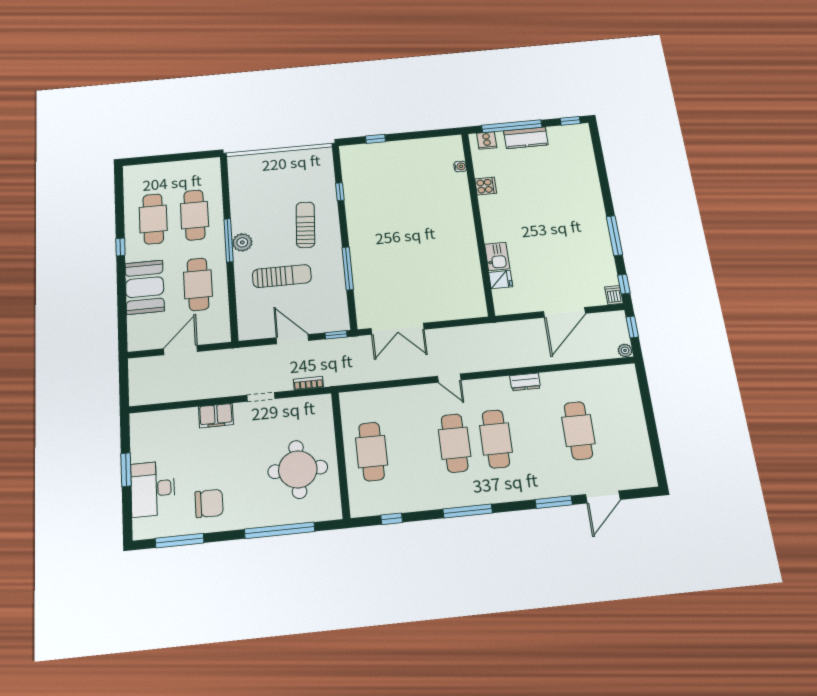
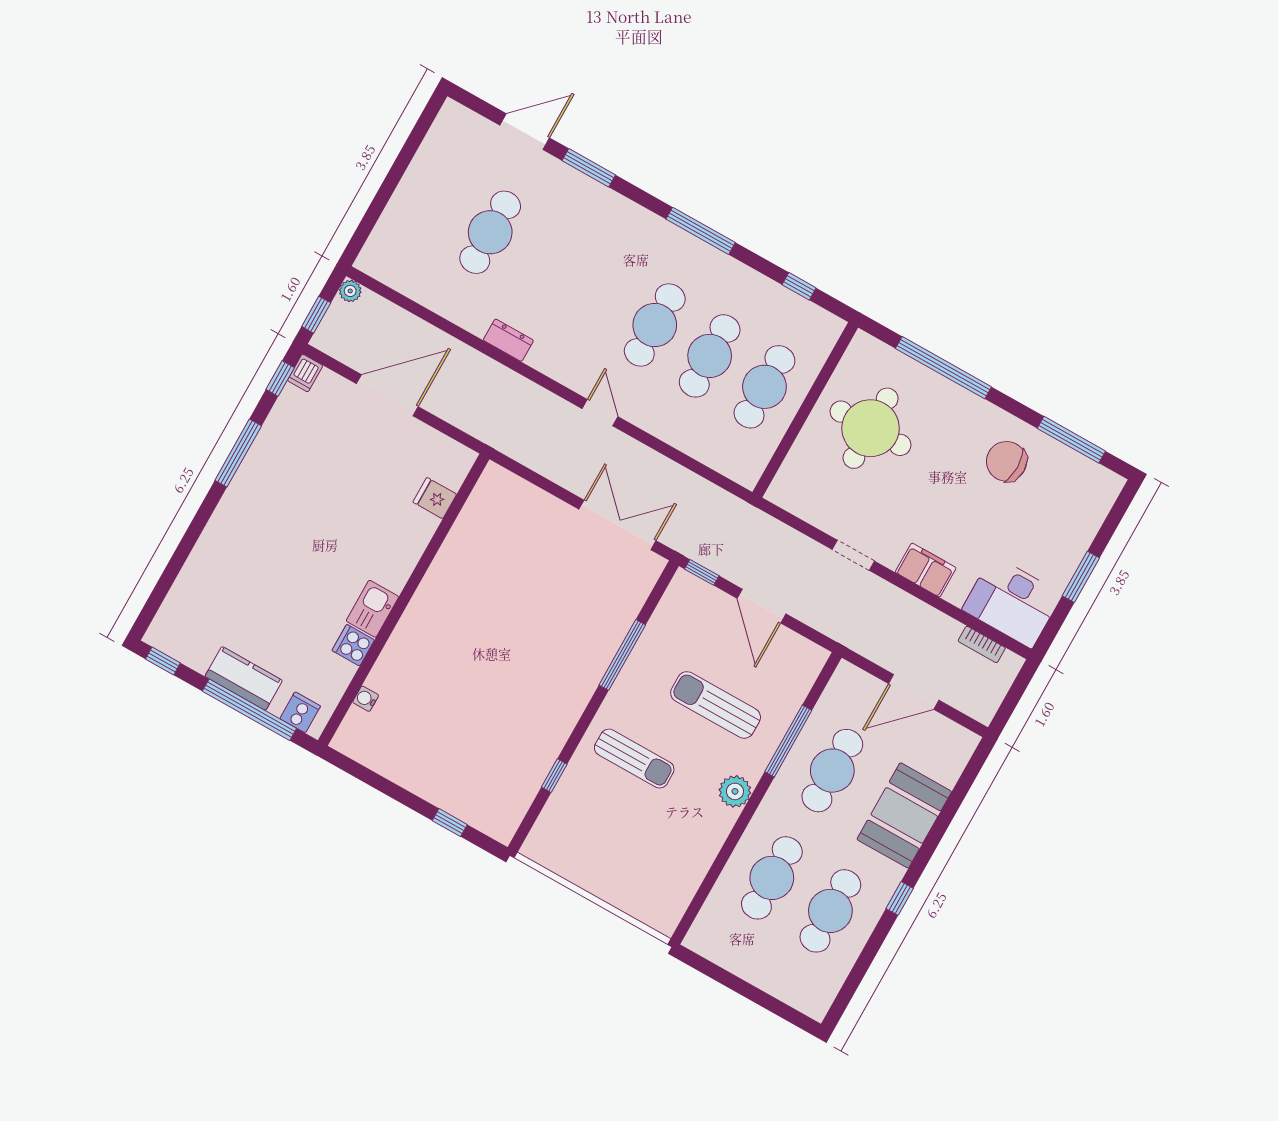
sun lounger: (305, 225) -> (634, 759), turned -94
window: (229, 240) -> (788, 741), moved
kitchen sink: (497, 256) -> (372, 609), moved
bookcase: (308, 383) -> (982, 644), moved
cafe table: (496, 439) -> (710, 356), moved
desk: (153, 489) -> (1012, 602), moved, turned 90

